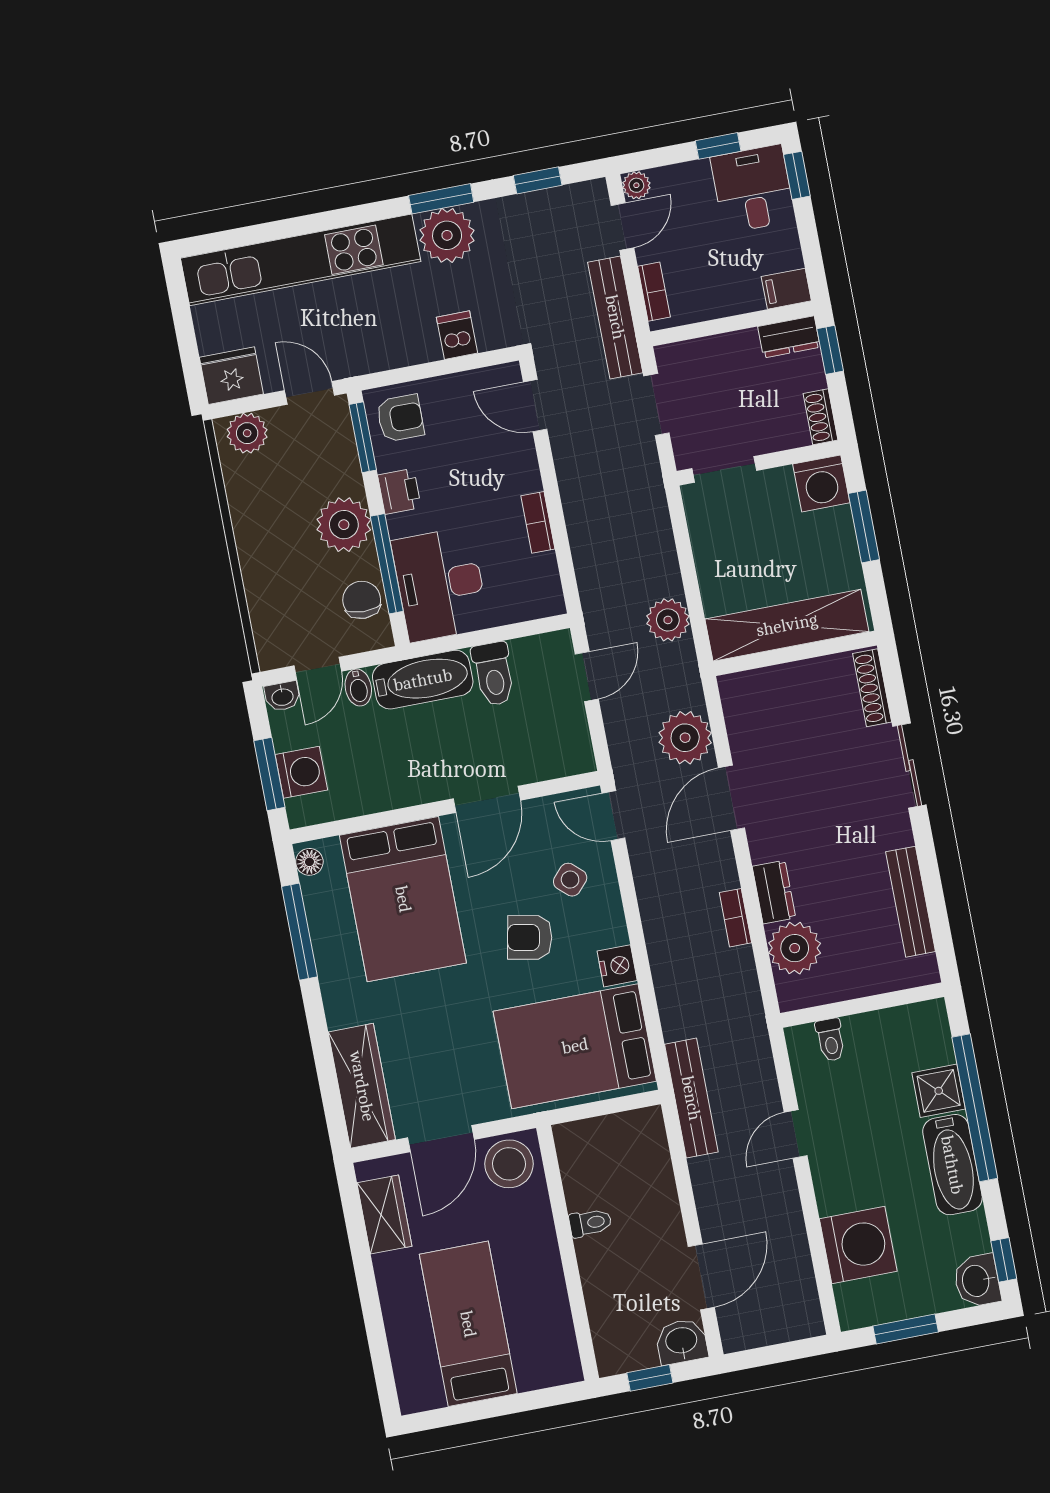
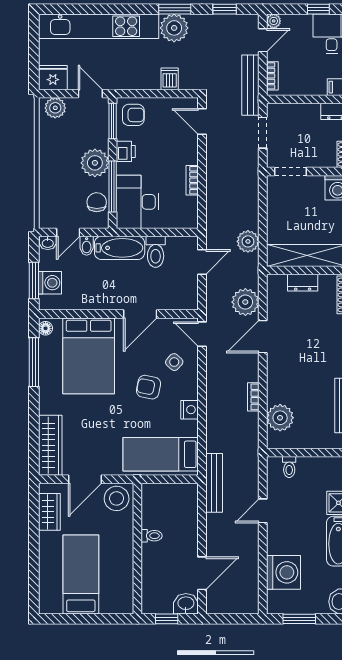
dresser: (774, 892) -> (303, 283), moved, turned 90
bed: (575, 1046) -> (161, 454), width x0.67

